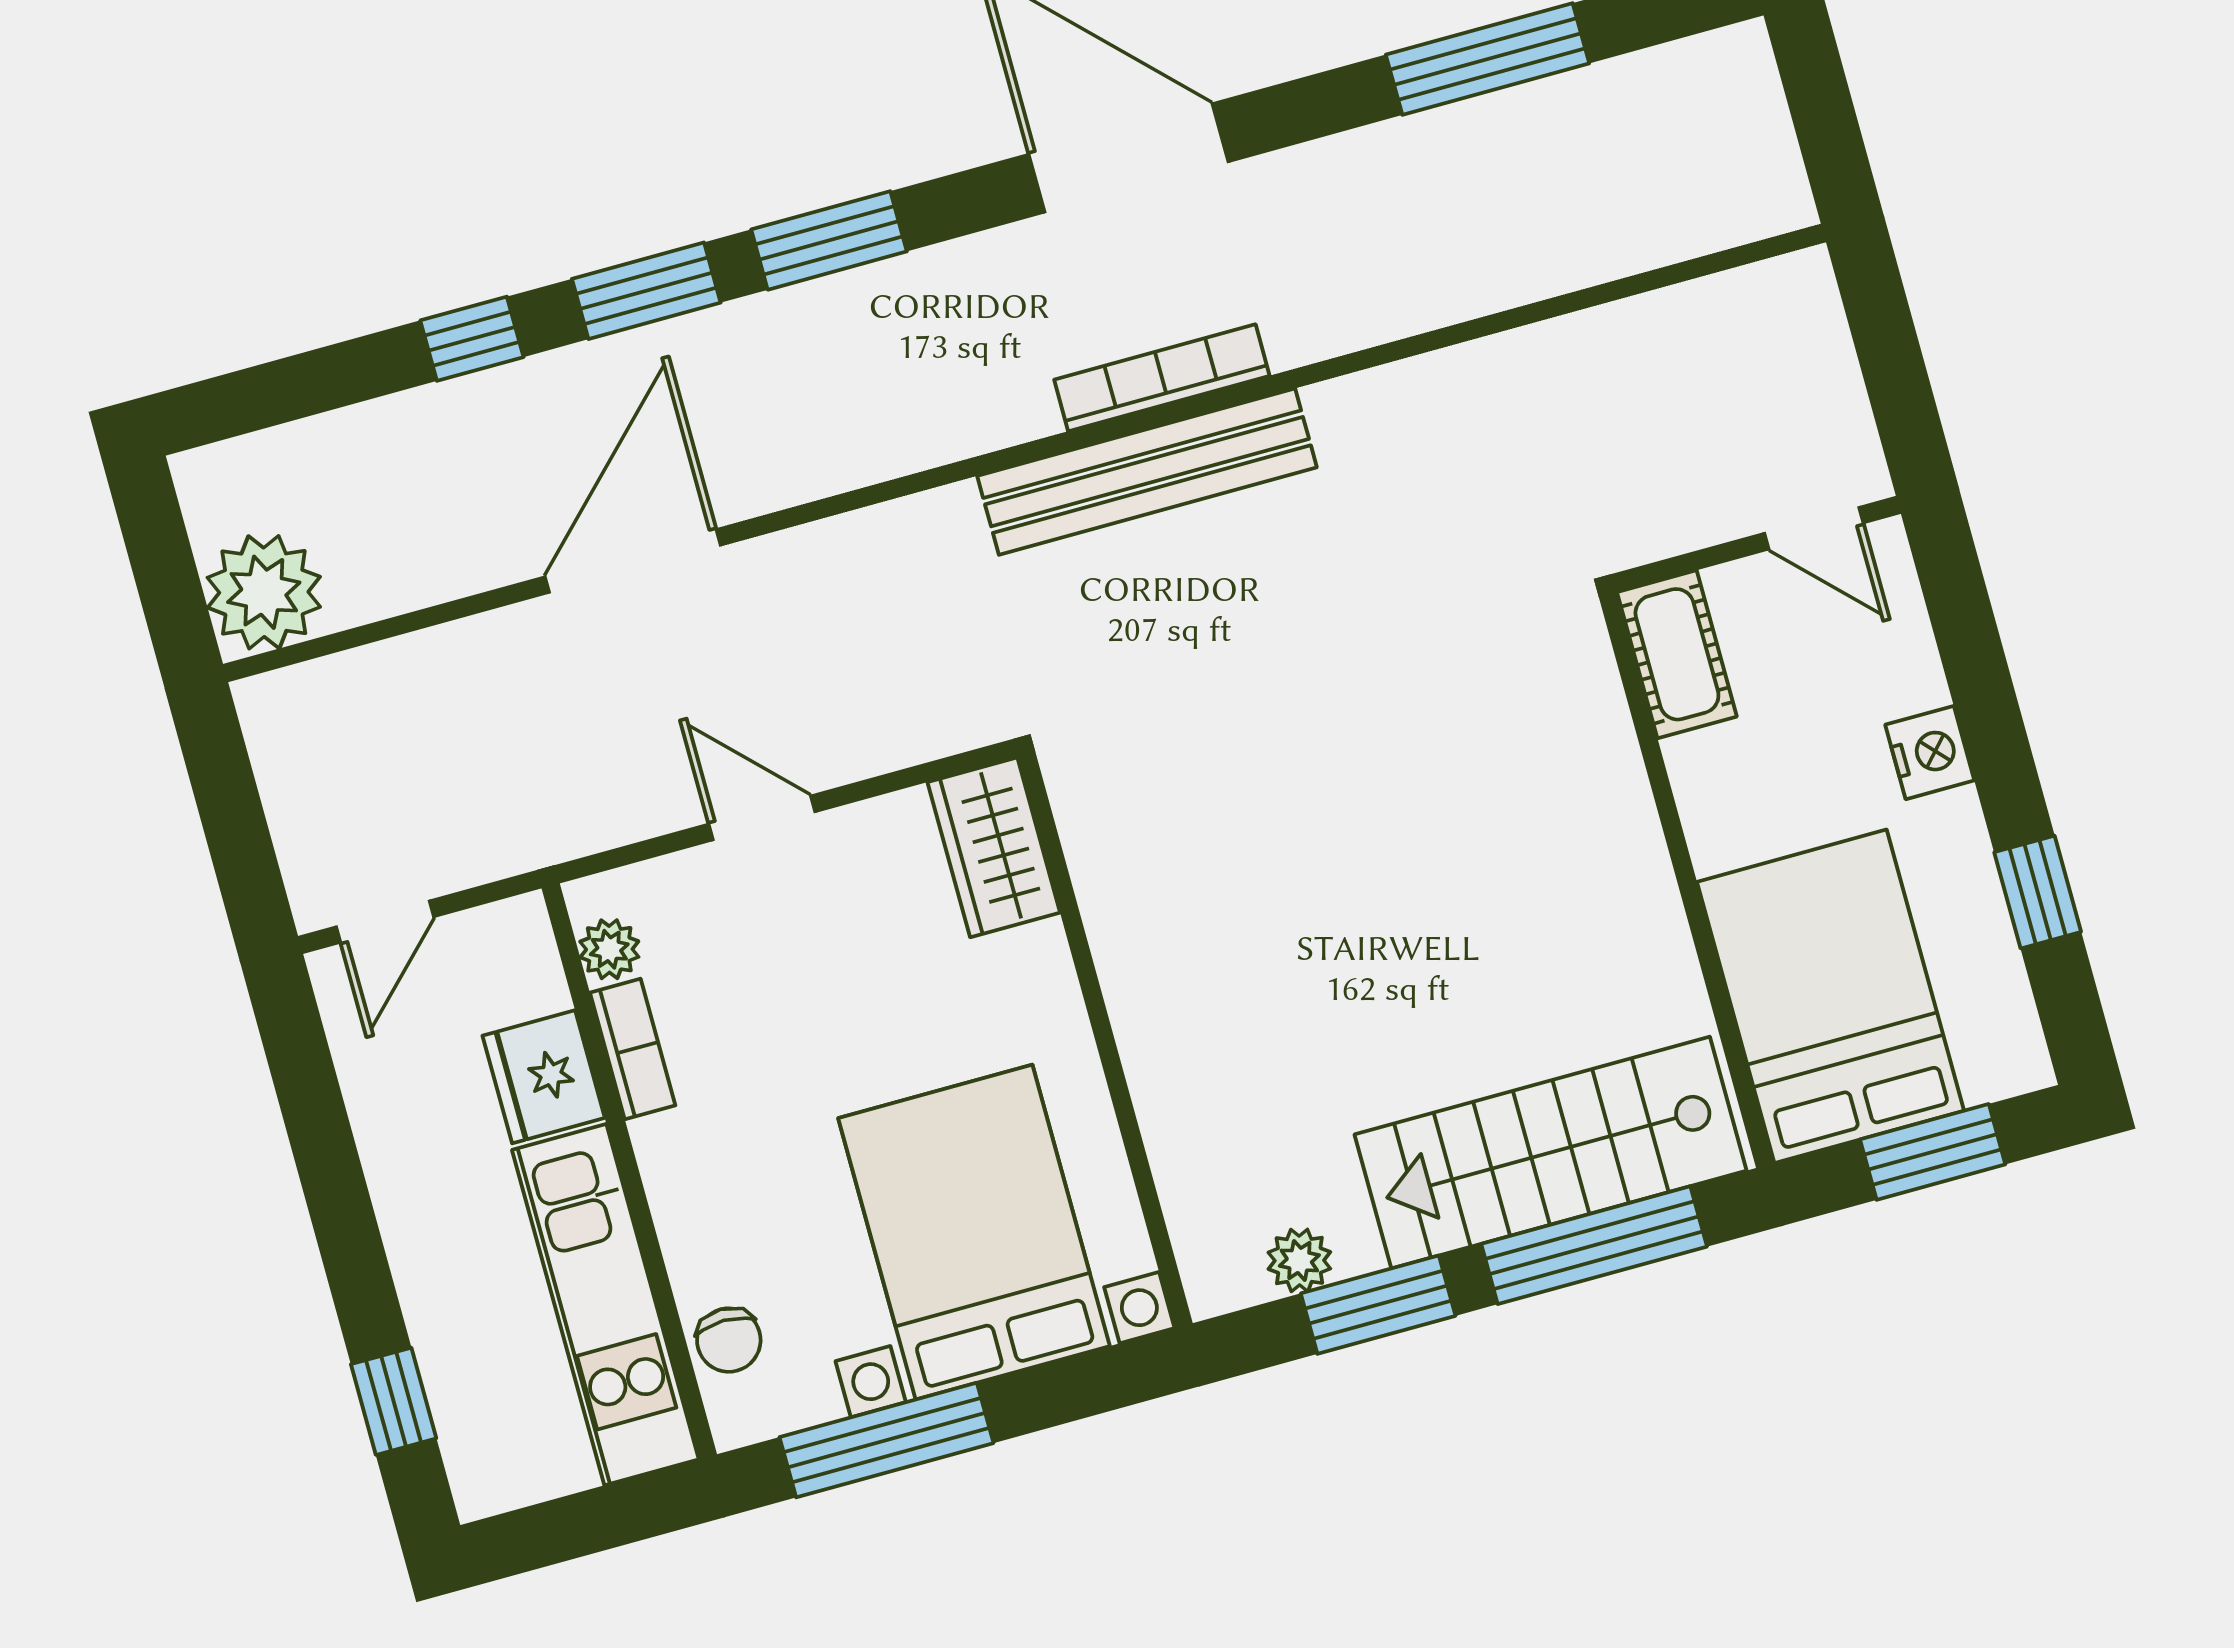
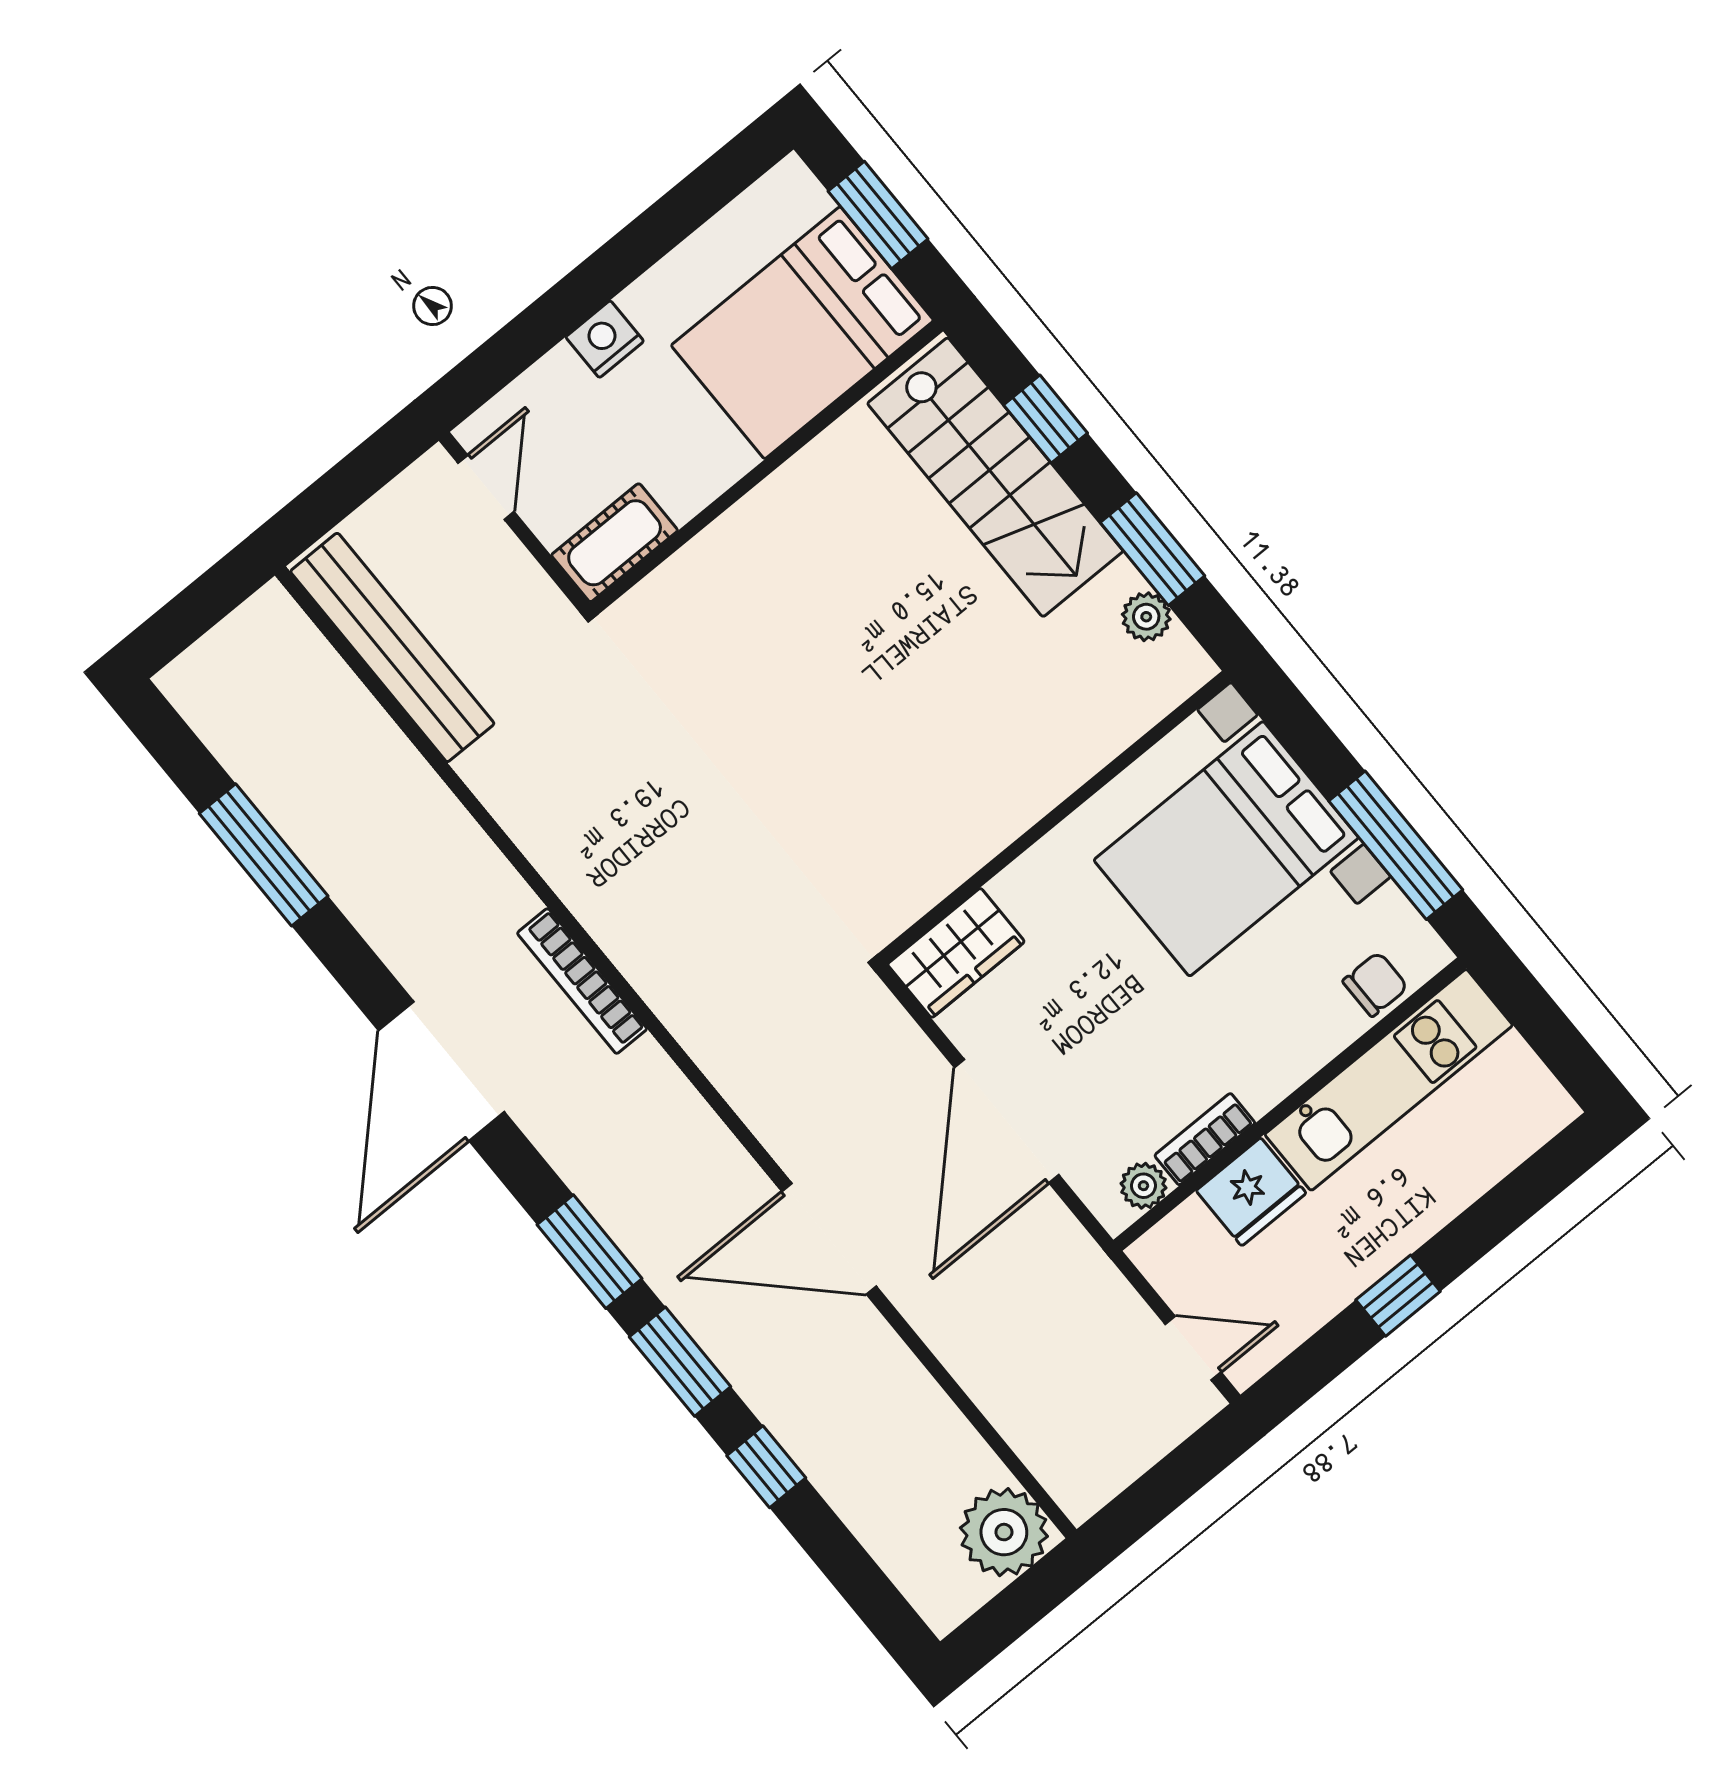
bench: (1147, 472) -> (392, 647), moved
door: (633, 561) -> (829, 1239), moved
door: (762, 818) -> (1007, 1121), width x1.88
window: (2038, 892) -> (668, 222), removed
window: (1594, 1245) -> (1046, 419), width x0.46
window: (394, 1401) -> (1398, 1296), moved

